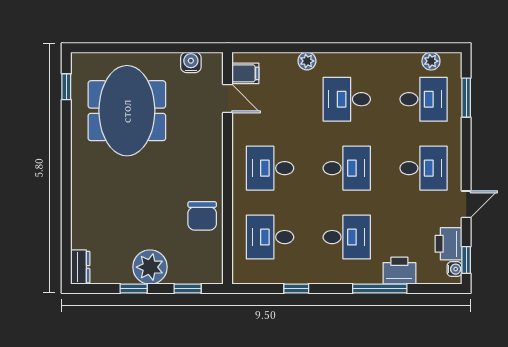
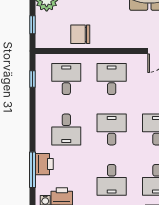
desk: (347, 168) -> (112, 129), turned 180
window: (296, 289) -> (32, 79), moved
window: (380, 289) -> (32, 170), moved

